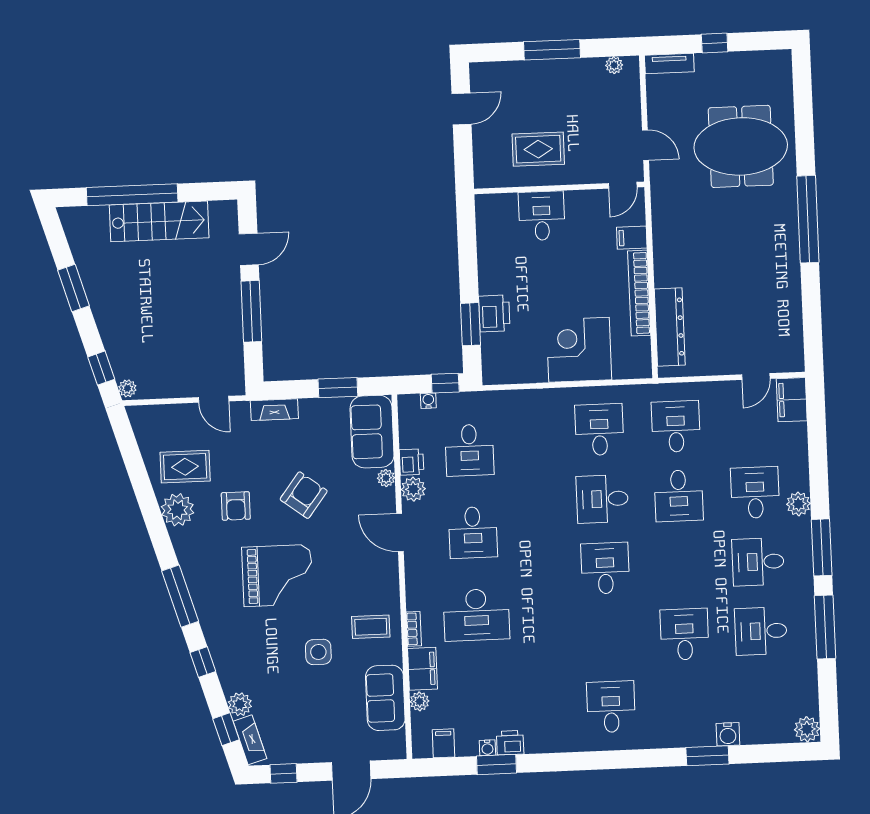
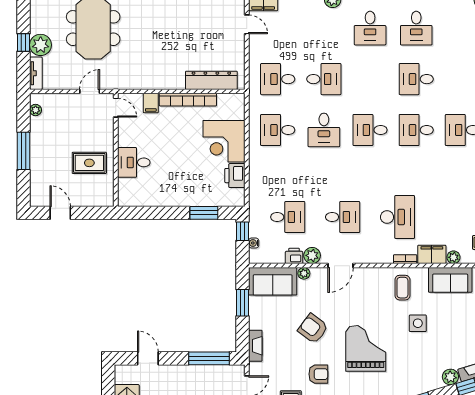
plant: (712, 69) -> (41, 45), added
rug: (538, 149) -> (89, 163), turned 90
window: (251, 311) -> (209, 358), moved
printer: (494, 313) -> (235, 176), moved, turned -90
desk: (755, 493) -> (416, 130), moved

